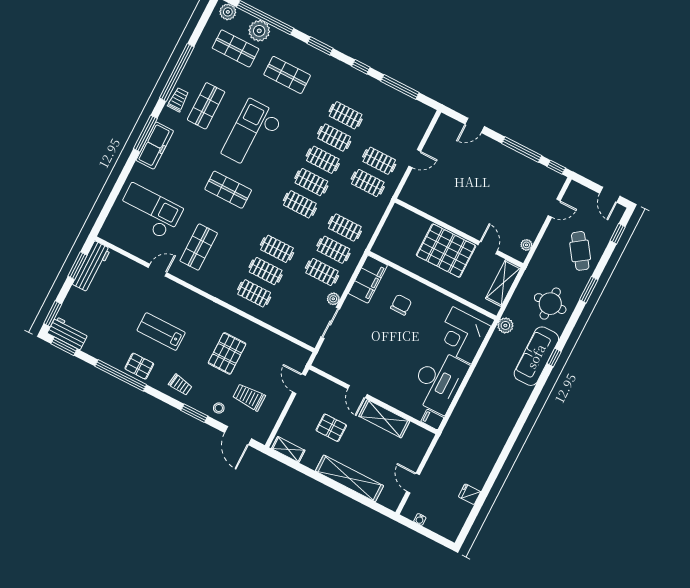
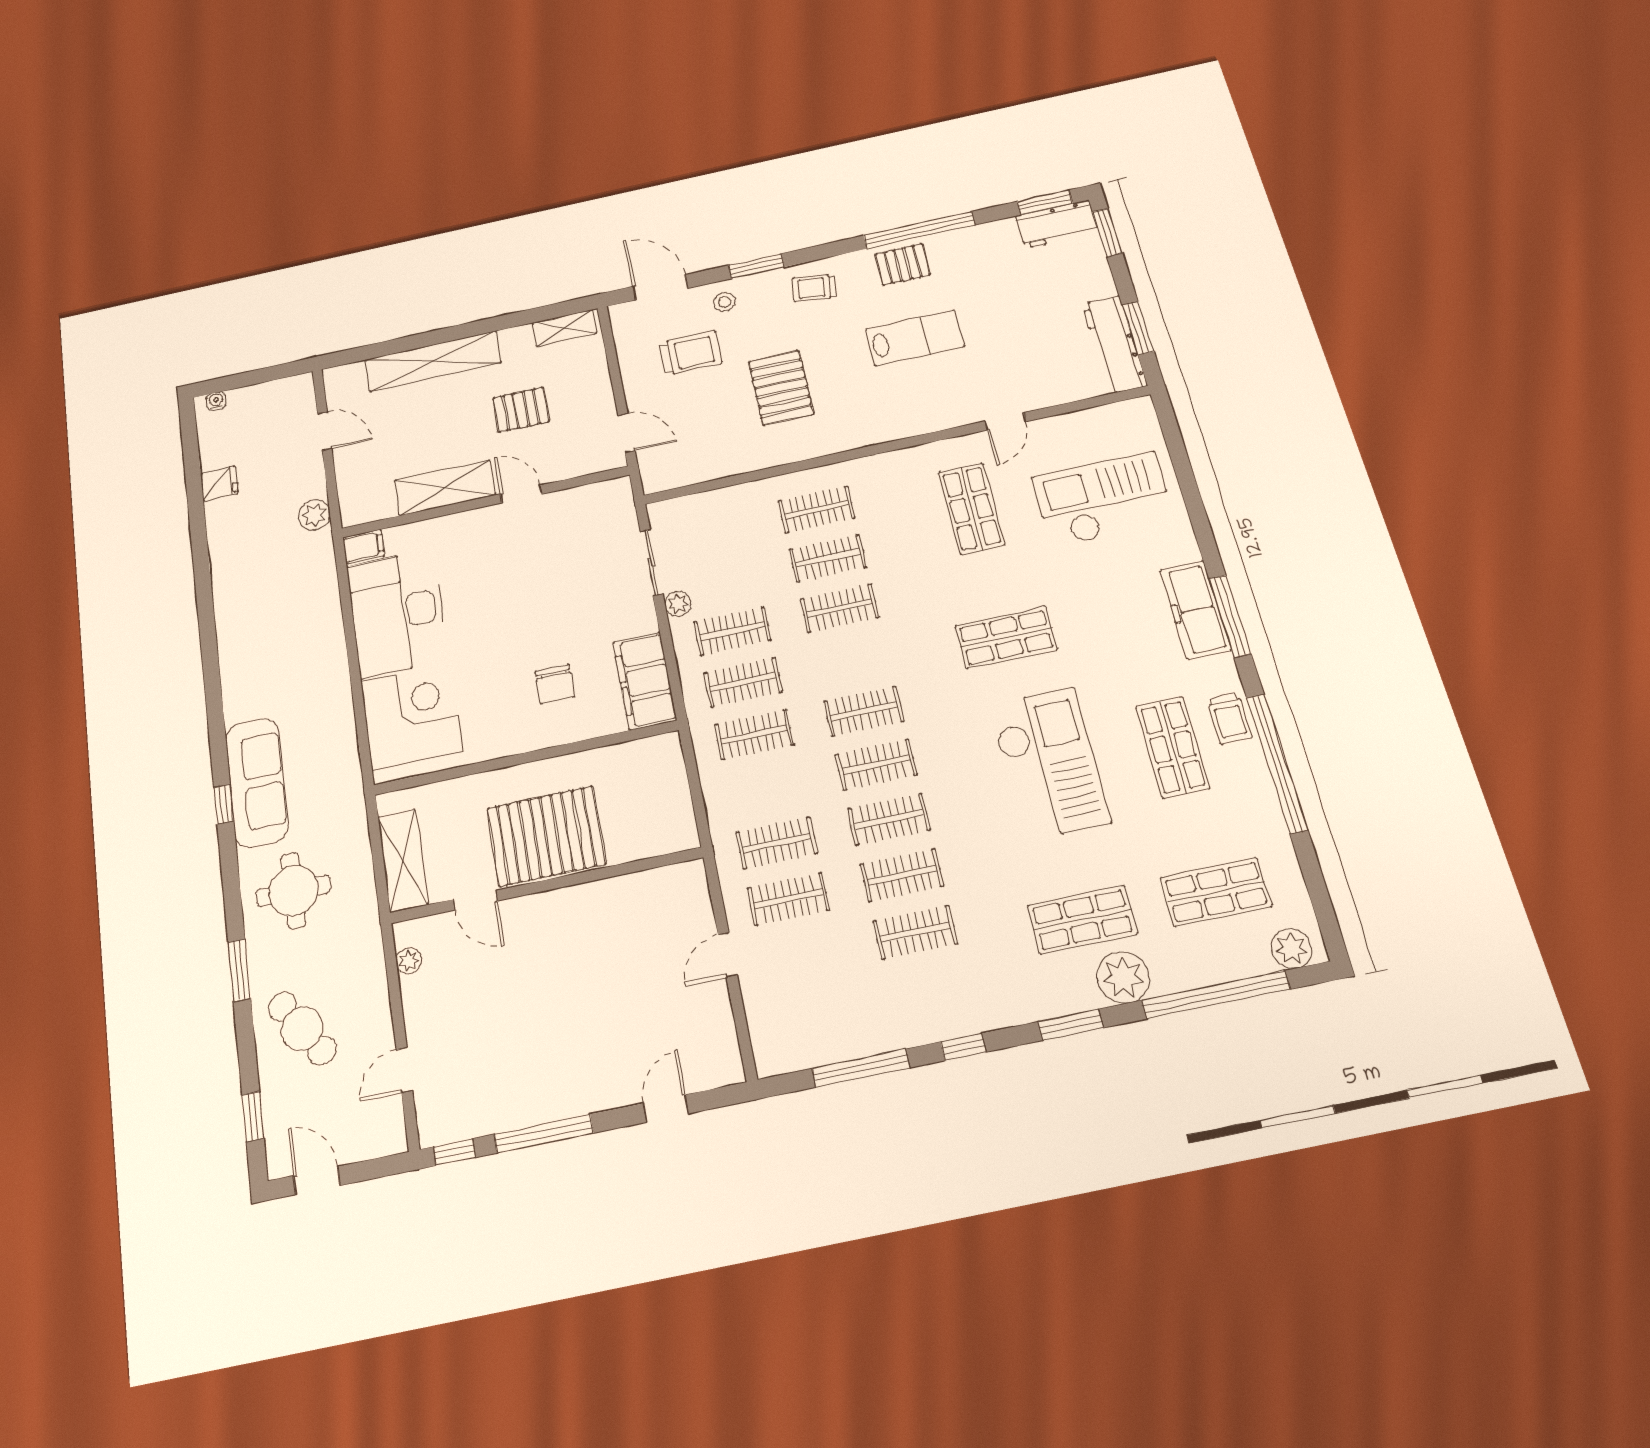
plant: (259, 31) -> (1123, 977), moved
checkout: (150, 211) -> (1103, 499), turned 180
plant: (505, 325) -> (314, 515), moved
water cooler: (420, 519) -> (216, 401), moved

